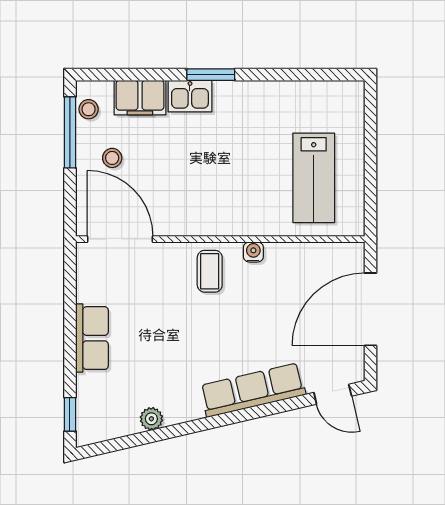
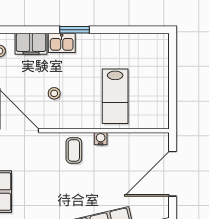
stool: (112, 158) -> (54, 93), moved
lab bench: (314, 178) -> (115, 96), moved

